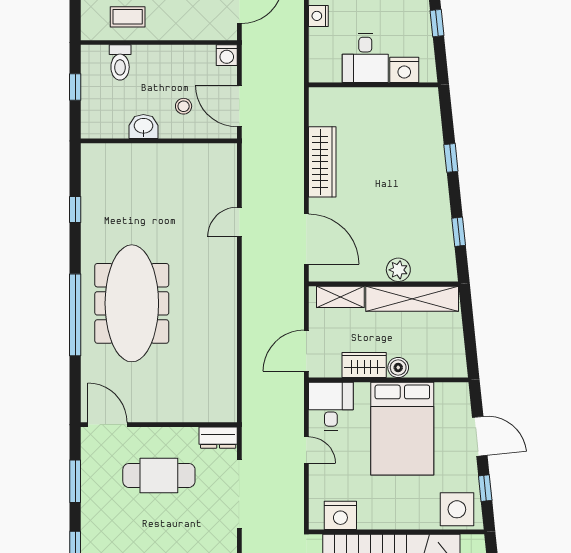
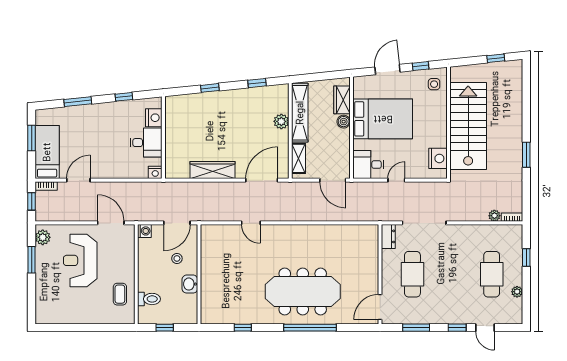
nightstand: (318, 16) -> (155, 172), moved
wardrobe: (364, 365) -> (342, 100), moved
side table: (457, 509) -> (434, 84), width x0.54, depth x0.54

